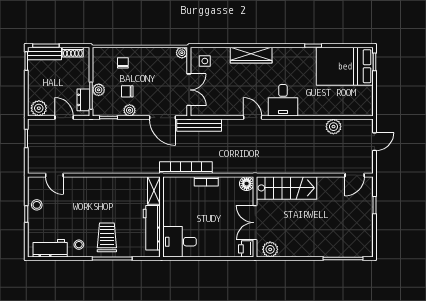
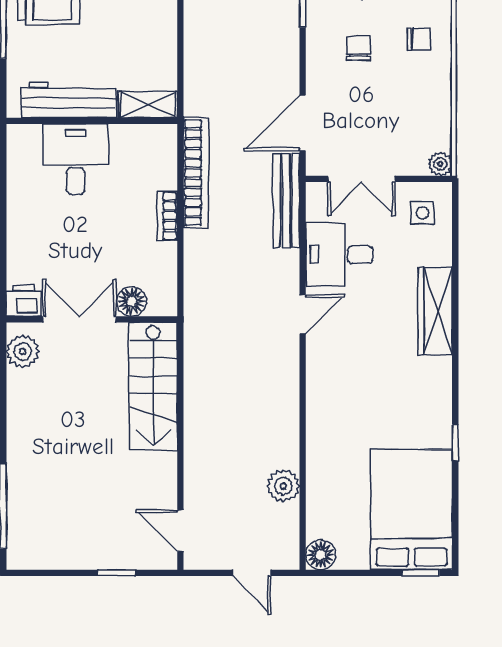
desk: (283, 100) -> (339, 255), moved
floor lamp: (366, 109) -> (321, 555), added
plant: (130, 110) -> (318, 53), removed
floor lamp: (247, 184) -> (132, 301), moved
desk: (180, 242) -> (76, 159), moved

